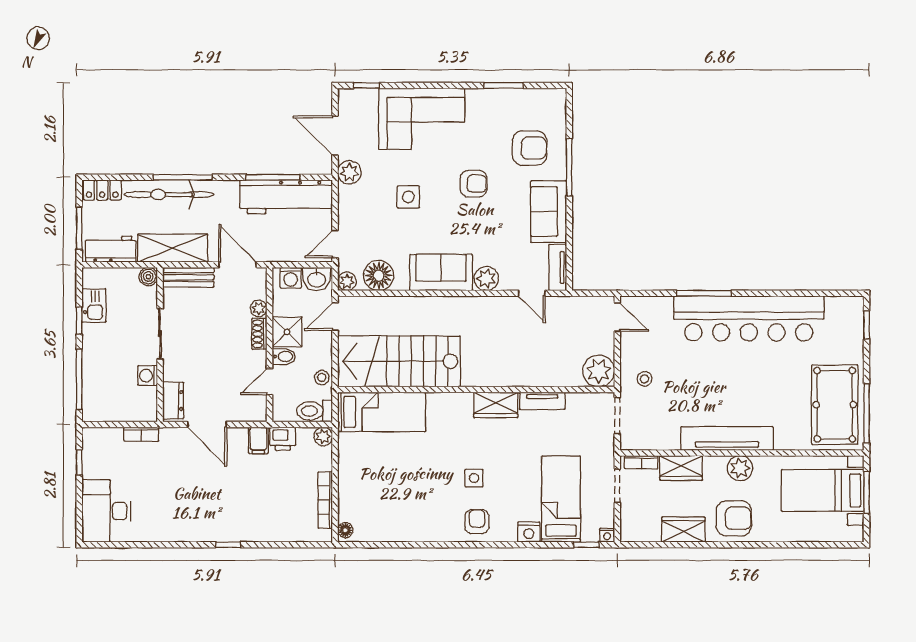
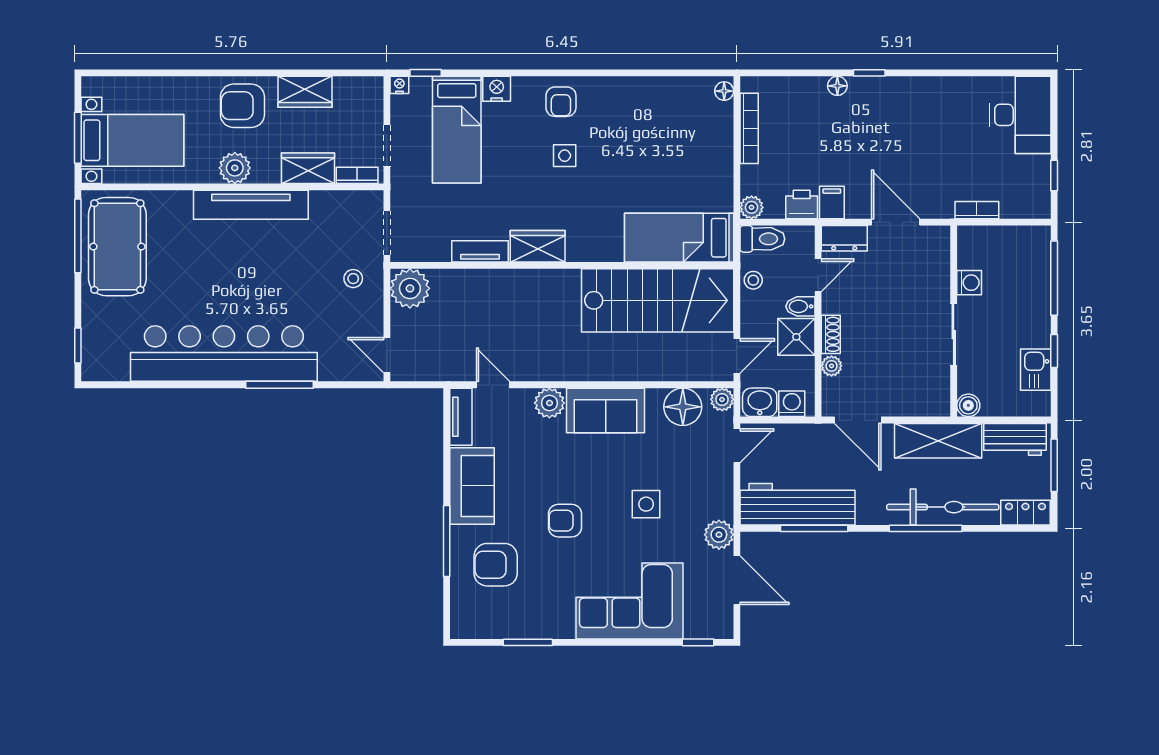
bench: (188, 277) -> (919, 405), removed
dresser: (173, 401) -> (844, 238), moved, turned -90
floor lamp: (254, 534) -> (837, 86), added

